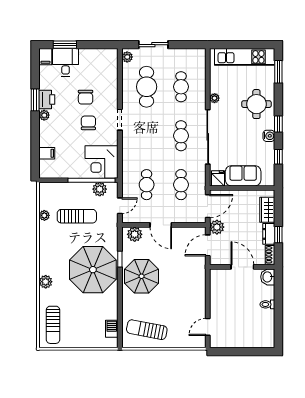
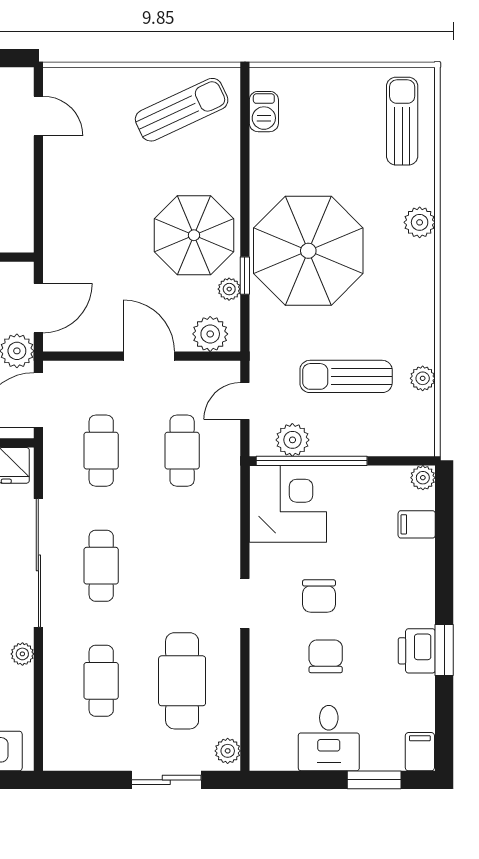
desk: (66, 62) -> (329, 738), moved
plant: (44, 115) -> (423, 478), moved
plant: (127, 253) -> (229, 289), added
door: (208, 327) -> (38, 116), hinge flipped
sun lounger: (147, 330) -> (182, 110), turned -36

